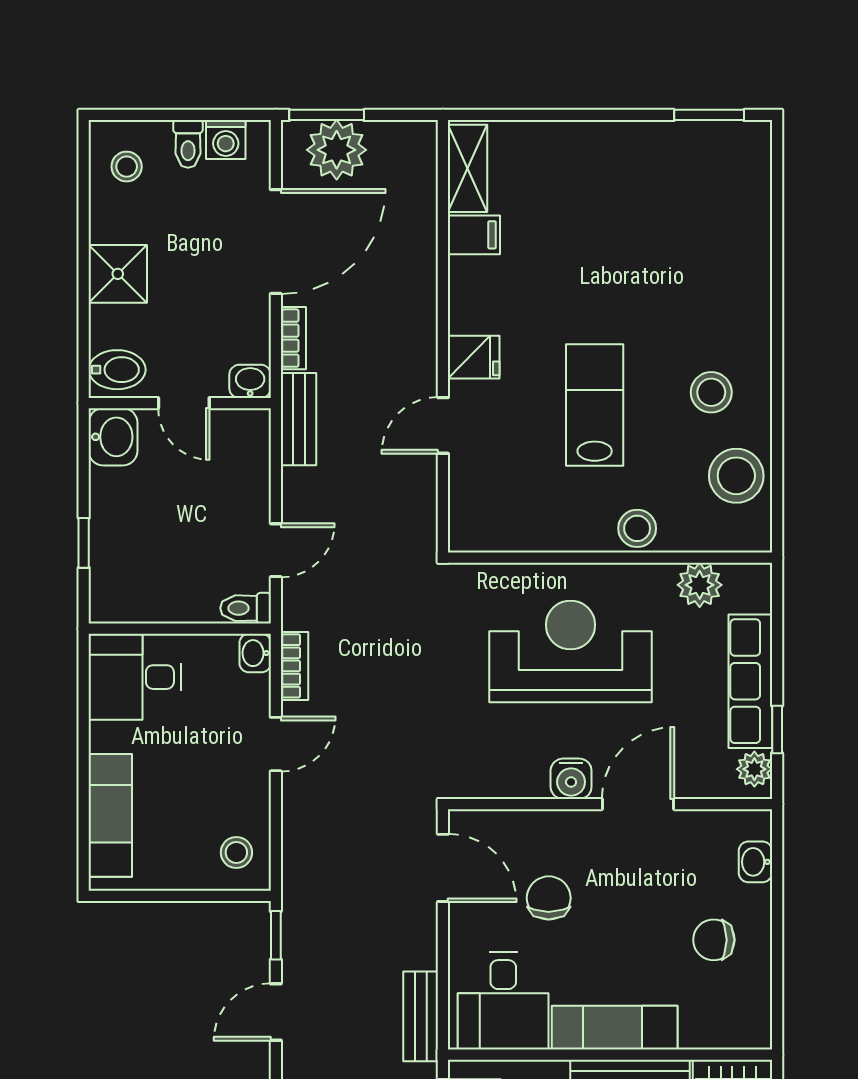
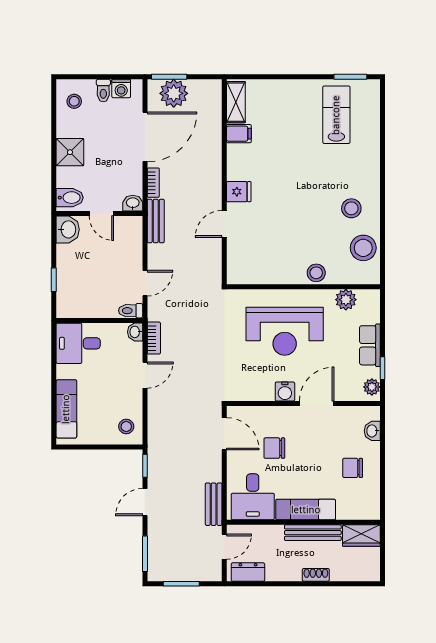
lab bench: (595, 405) -> (336, 115), moved
reception desk: (571, 651) -> (285, 331), turned 180
row of seats: (750, 681) -> (370, 345), width x0.68
chair: (549, 898) -> (274, 448), turned -90

